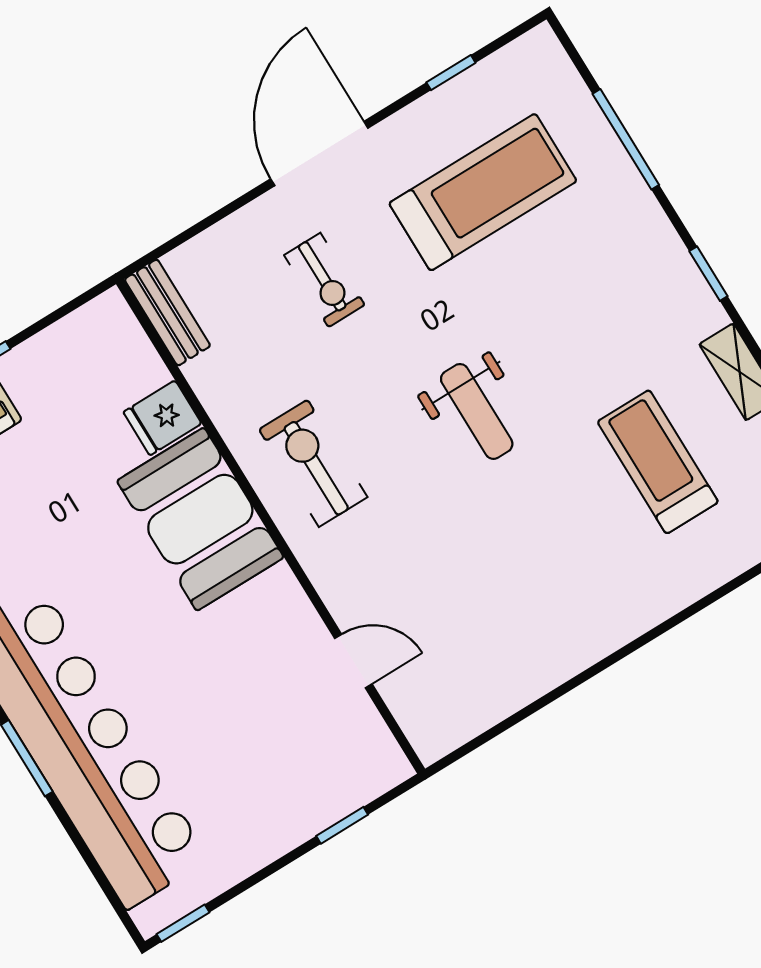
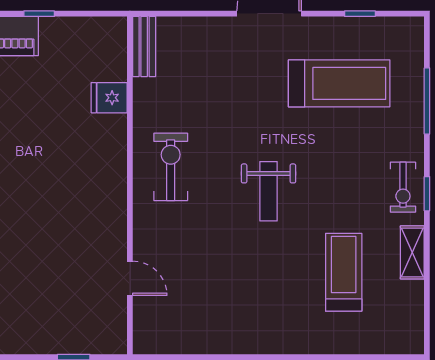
exercise bike: (324, 280) -> (403, 187), moved
booth: (200, 519) -> (97, 160), removed

